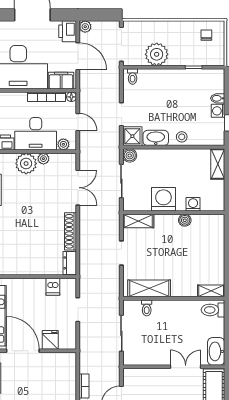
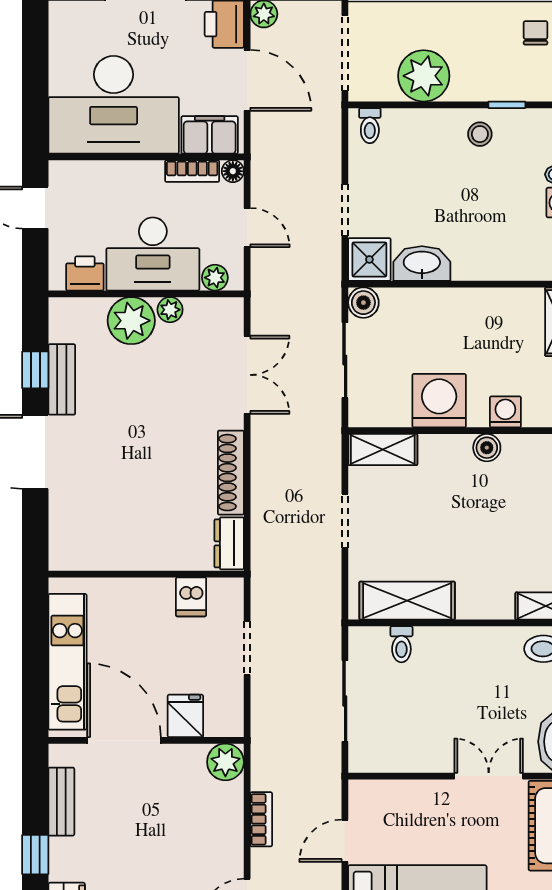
bookcase: (46, 97) -> (192, 171), width x0.64
stool: (182, 137) -> (480, 134), moved
plant: (68, 360) -> (225, 762), added

